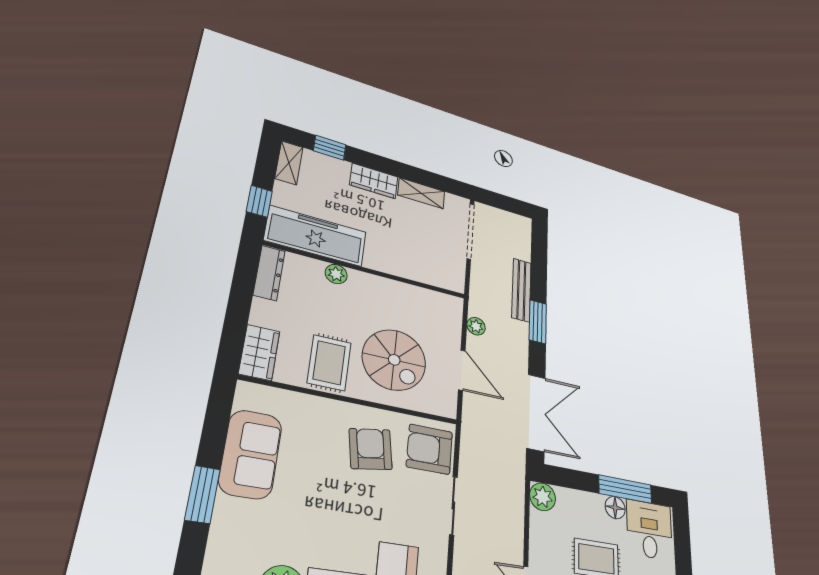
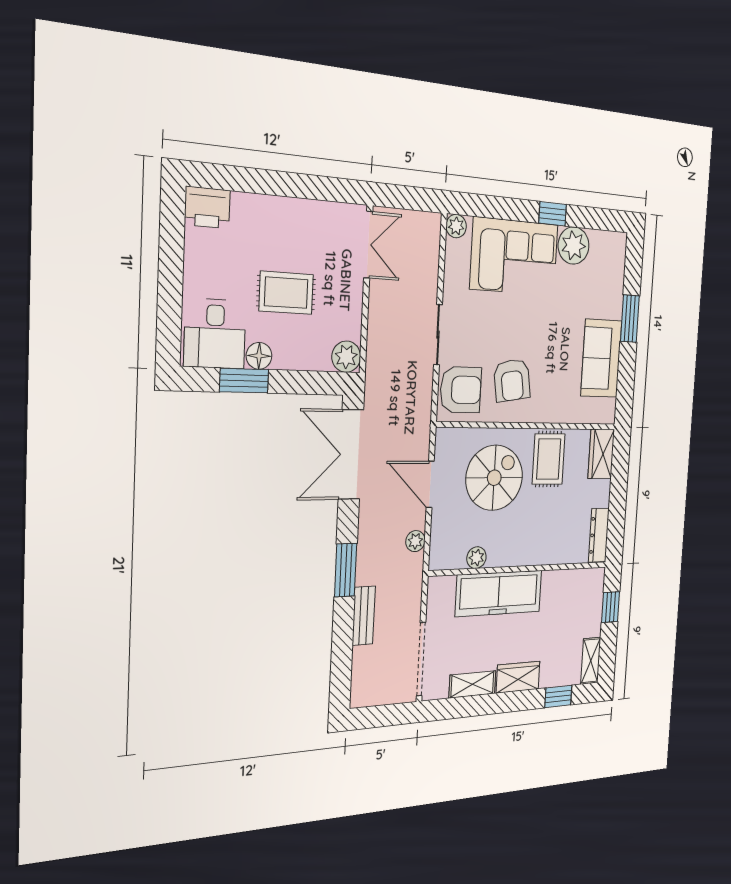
freezer: (316, 236) -> (499, 593), moved
plant: (336, 274) -> (476, 558), moved
bench: (521, 290) -> (364, 616), width x0.73
spiral stairs: (394, 360) -> (494, 478), turned 90
window: (625, 489) -> (244, 381), width x0.69

